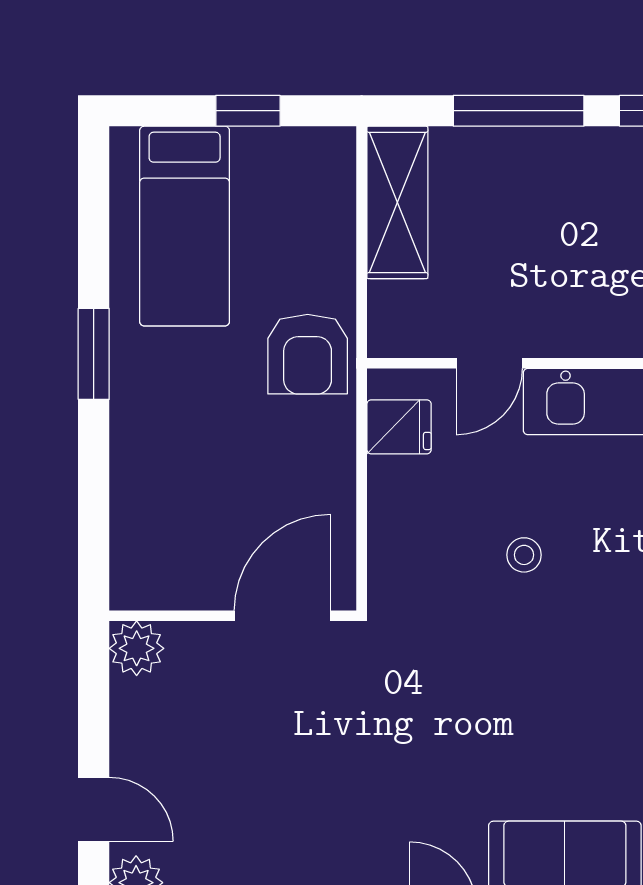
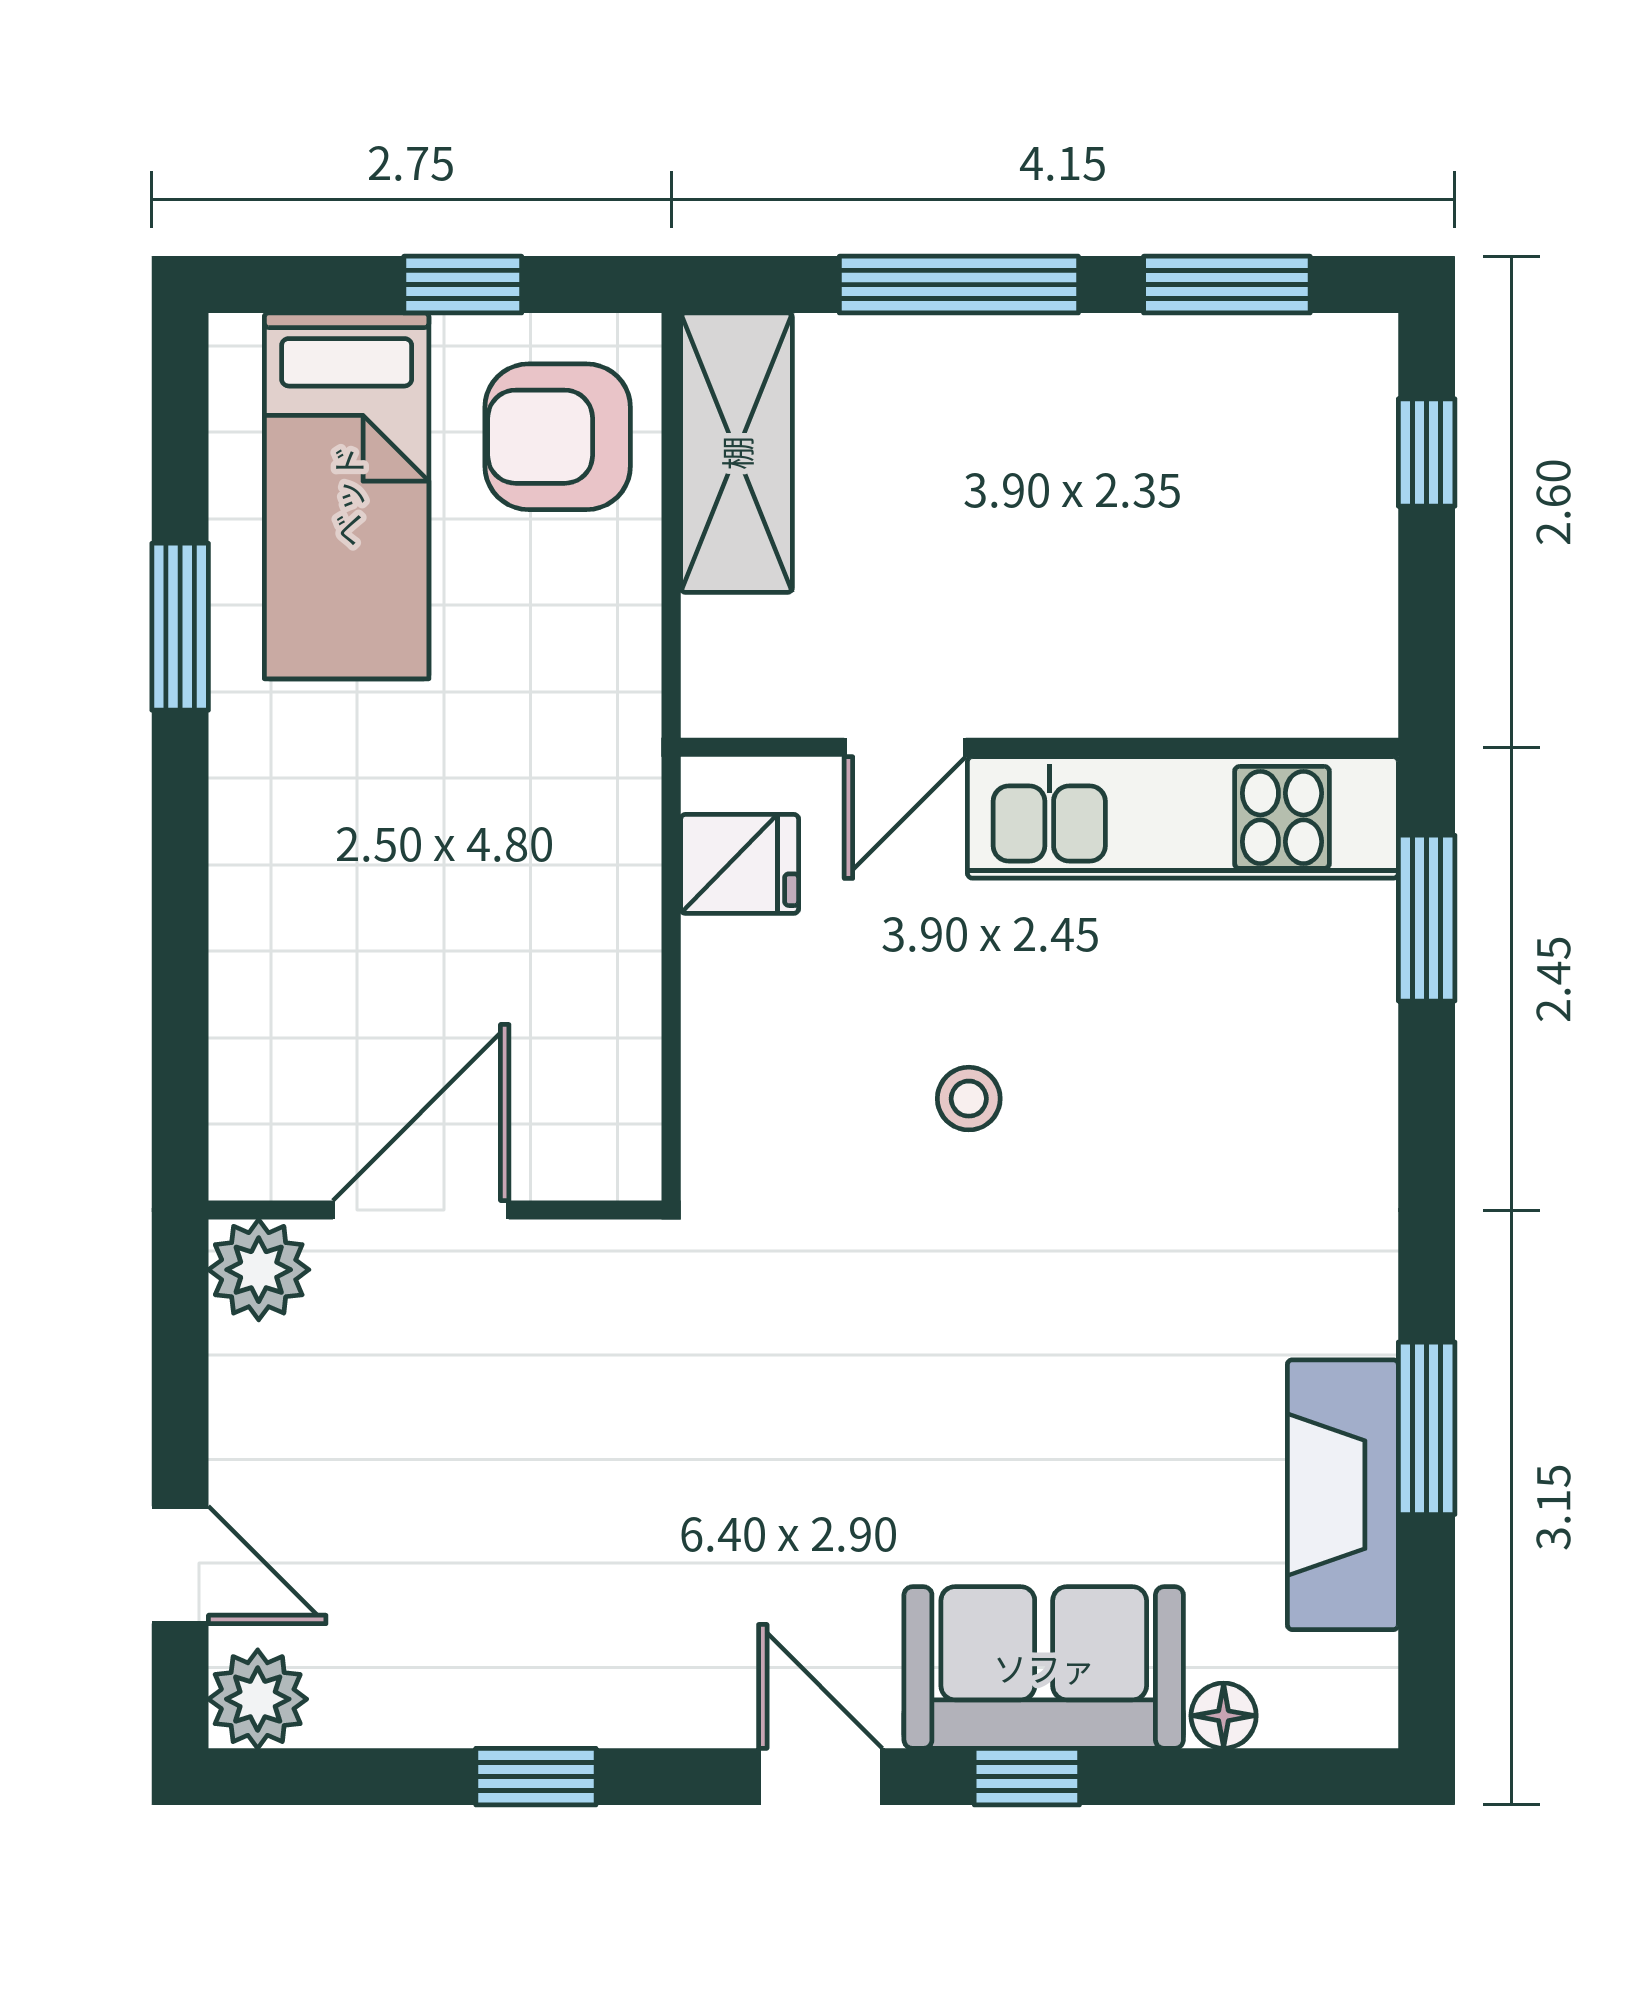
window: (94, 354) -> (180, 627), moved
armchair: (308, 354) -> (558, 437), moved, turned 90
door: (282, 616) -> (421, 1210), moved

